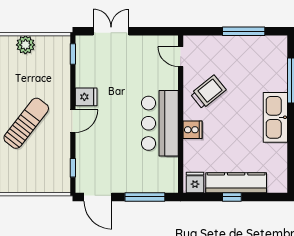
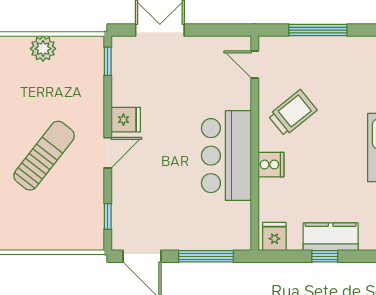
window: (244, 31) -> (318, 30), moved
kitchen counter: (236, 183) -> (331, 237), width x0.67

